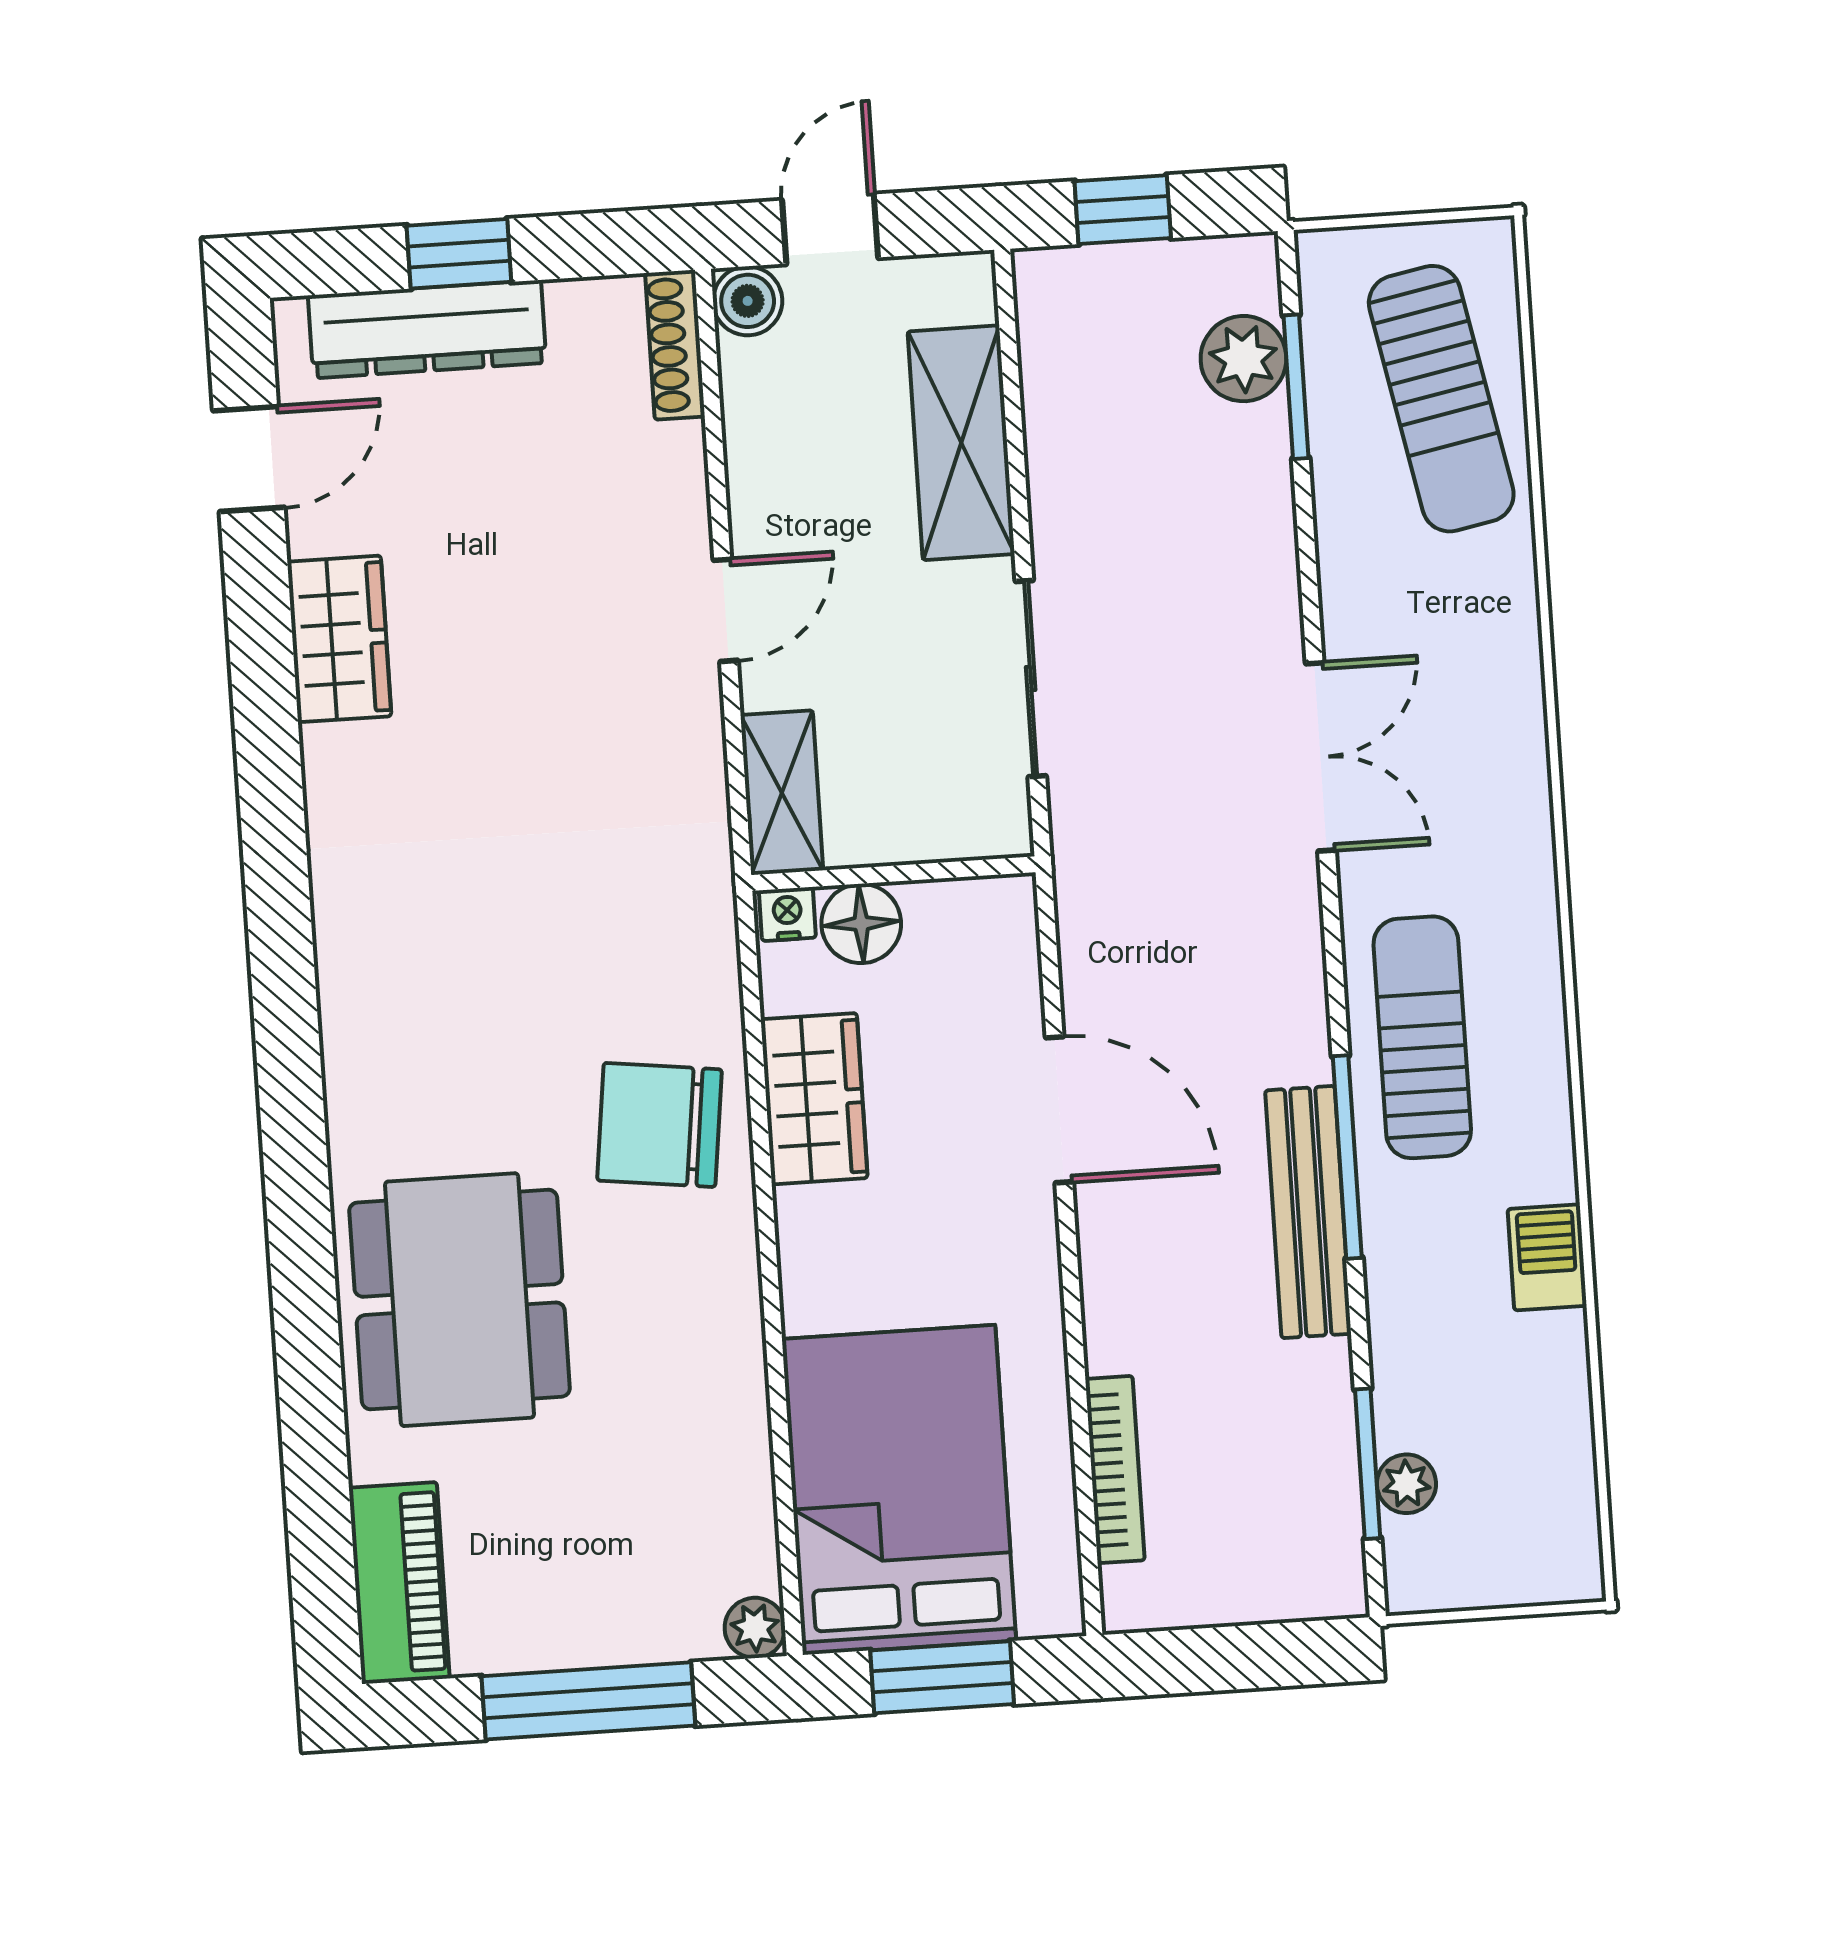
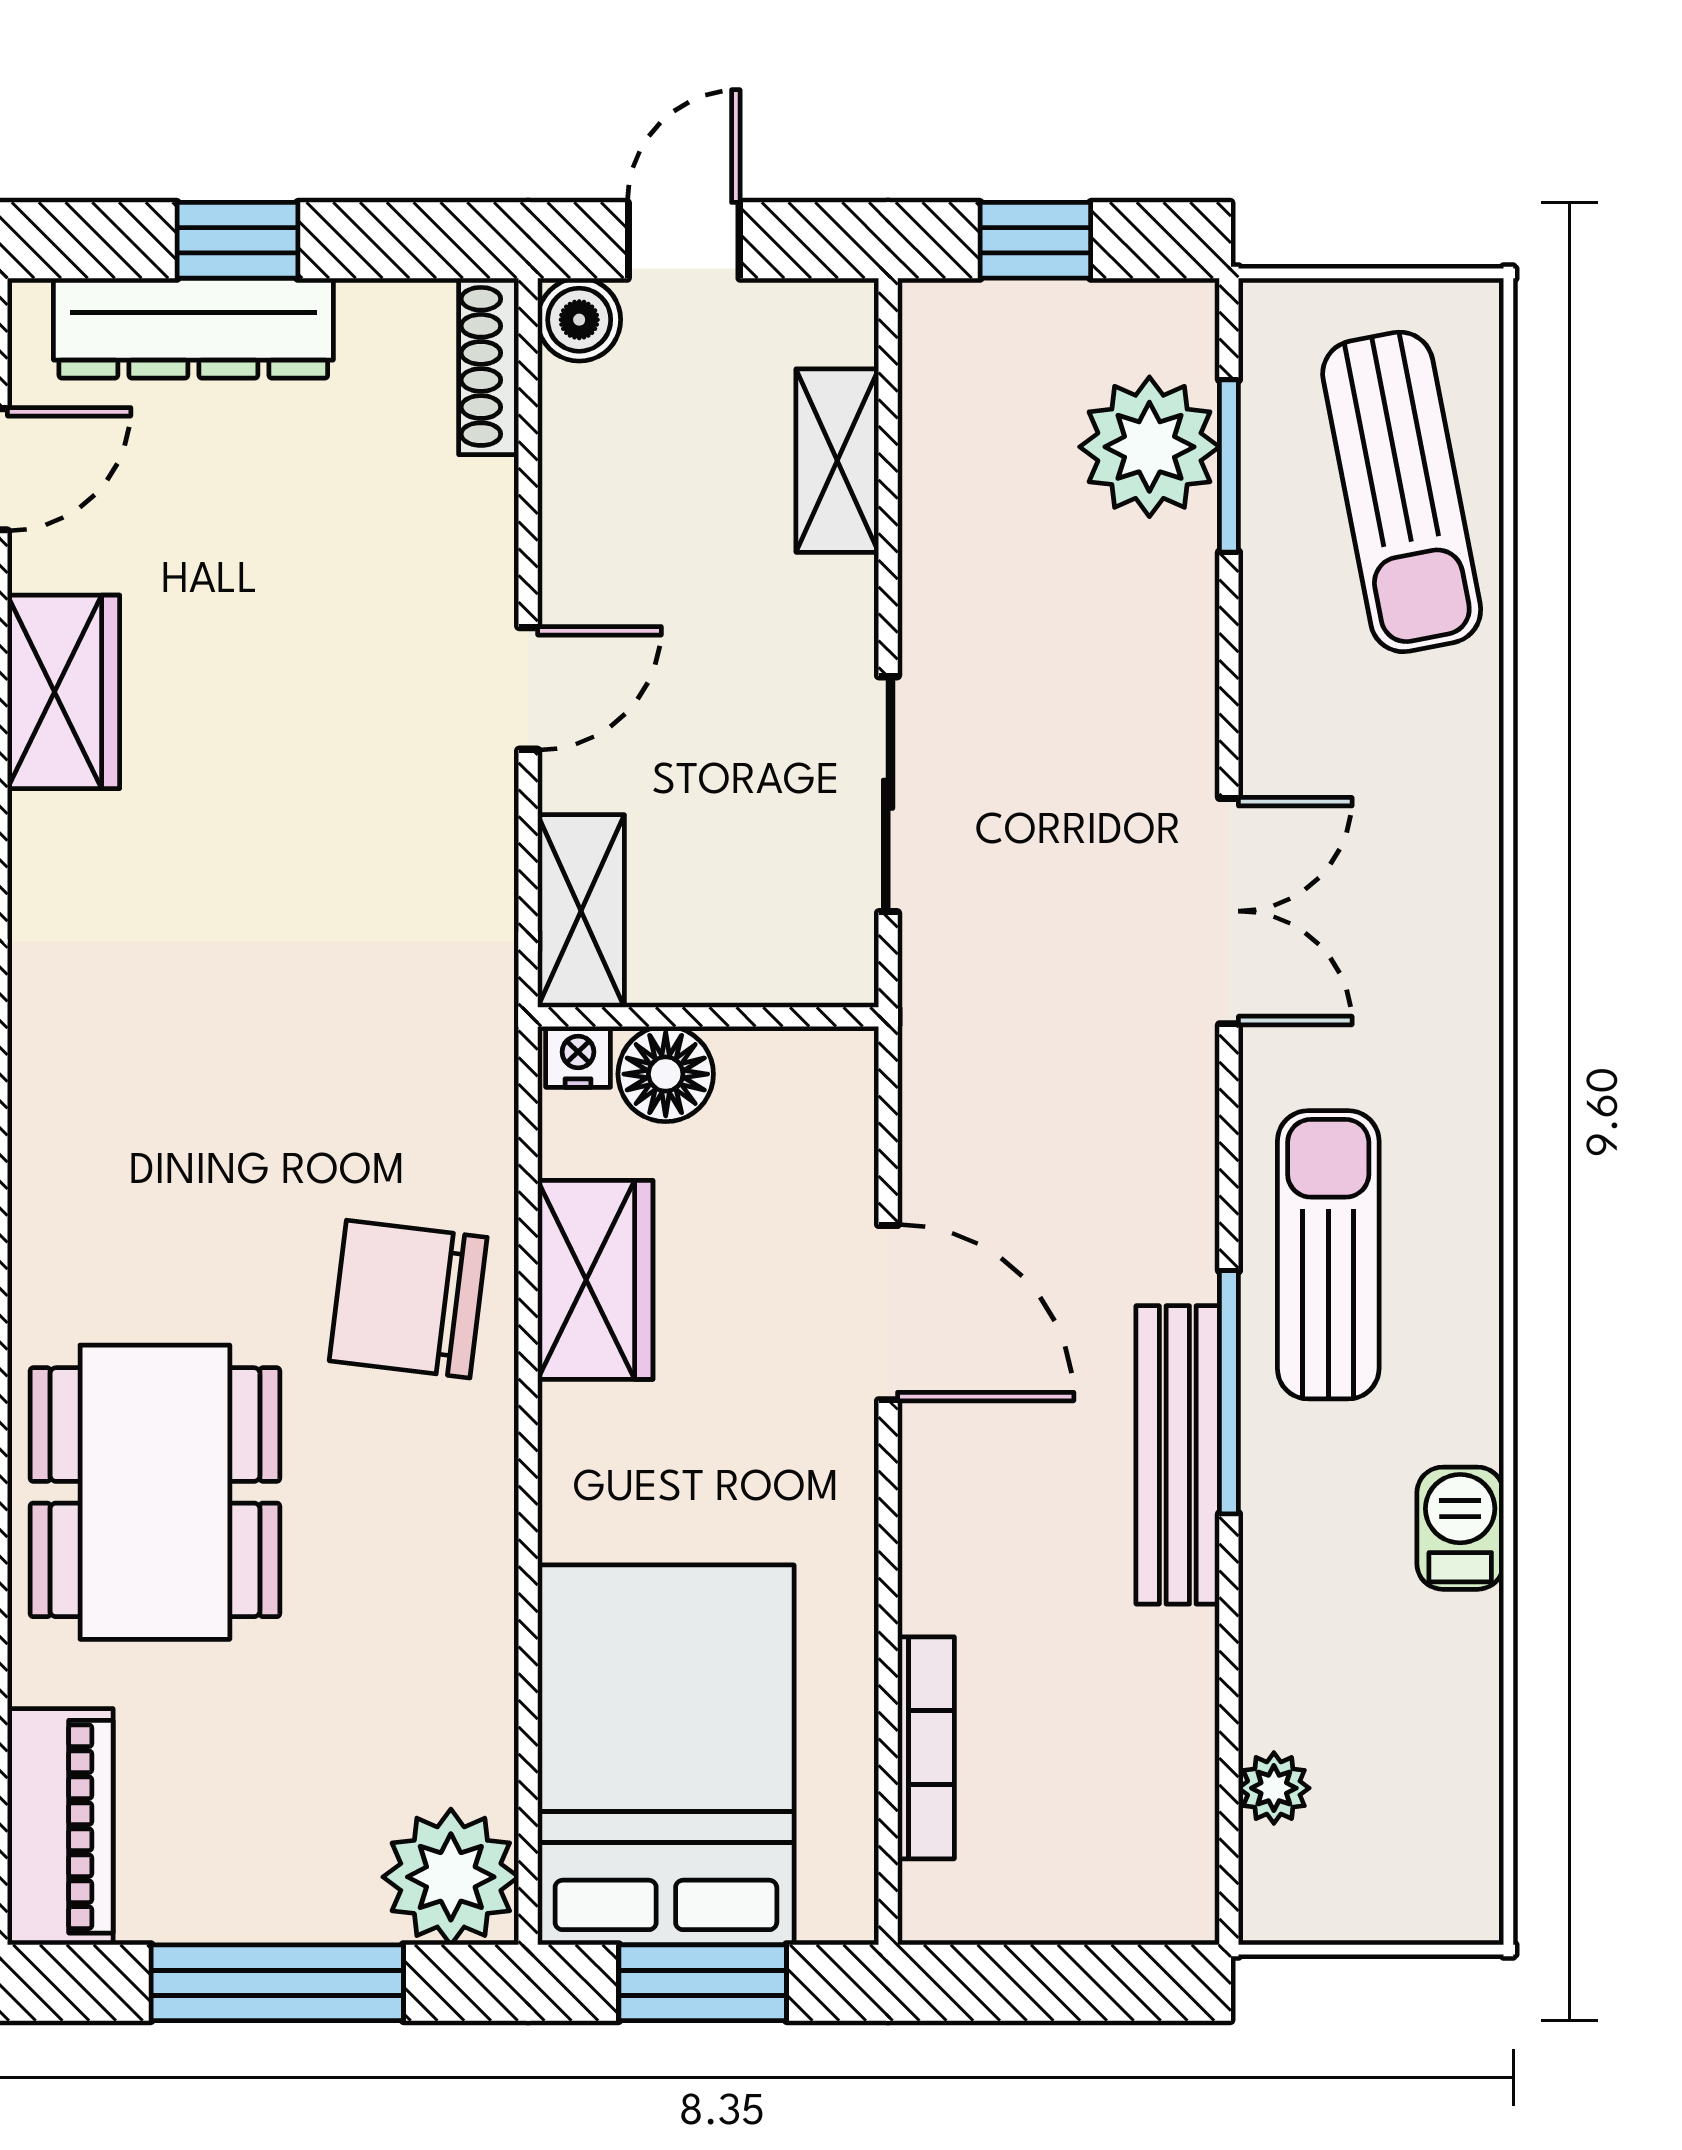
plant: (1243, 359) -> (1149, 447), width x1.36, depth x1.36
shelving: (961, 443) -> (837, 461), width x0.67, depth x0.75
window: (1368, 1464) -> (1229, 1761), removed
plant: (755, 1628) -> (451, 1877), width x1.87, depth x1.87

